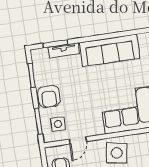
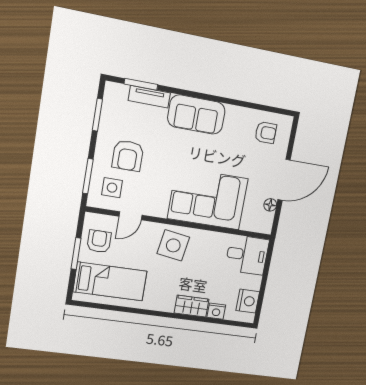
sofa: (110, 50) -> (196, 115), width x0.73
armchair: (49, 96) -> (128, 156), moved

